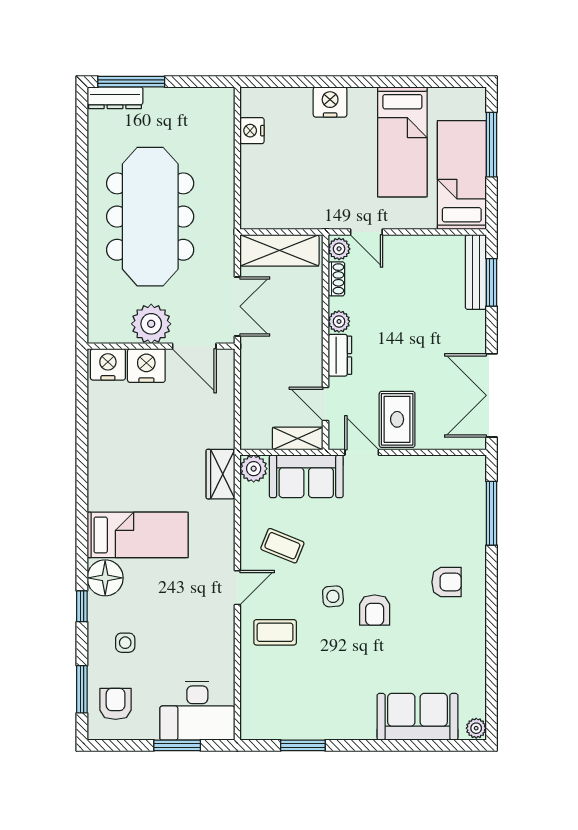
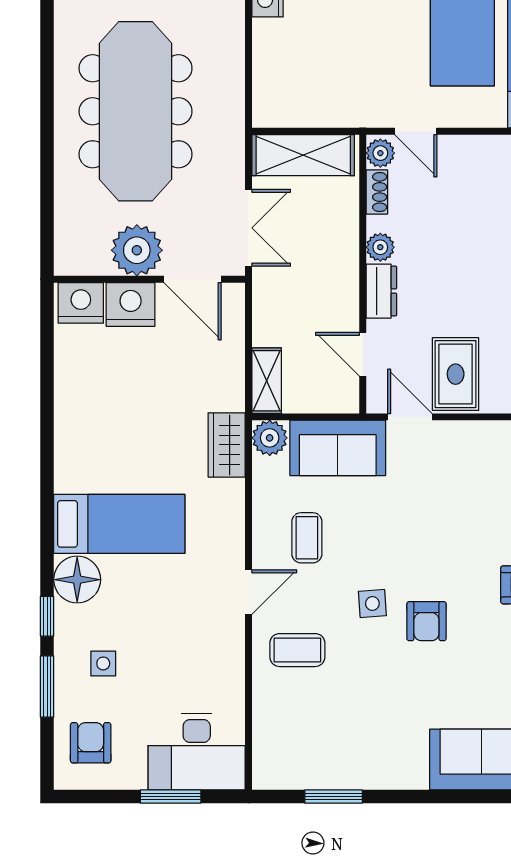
shelving: (298, 438) -> (267, 381), moved, turned 90
coffee table: (282, 546) -> (307, 538), turned 68
window: (82, 689) -> (47, 687), moved

